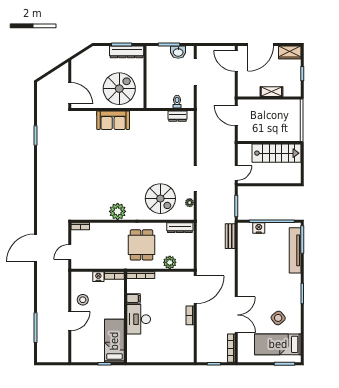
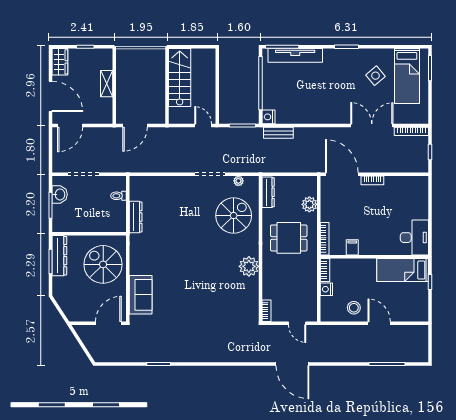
dresser: (178, 116) -> (136, 217), moved, width x1.44
sofa: (113, 120) -> (141, 295), moved
nightstand: (259, 228) -> (269, 117), moved
desk: (139, 319) -> (414, 238), moved, turned -90

